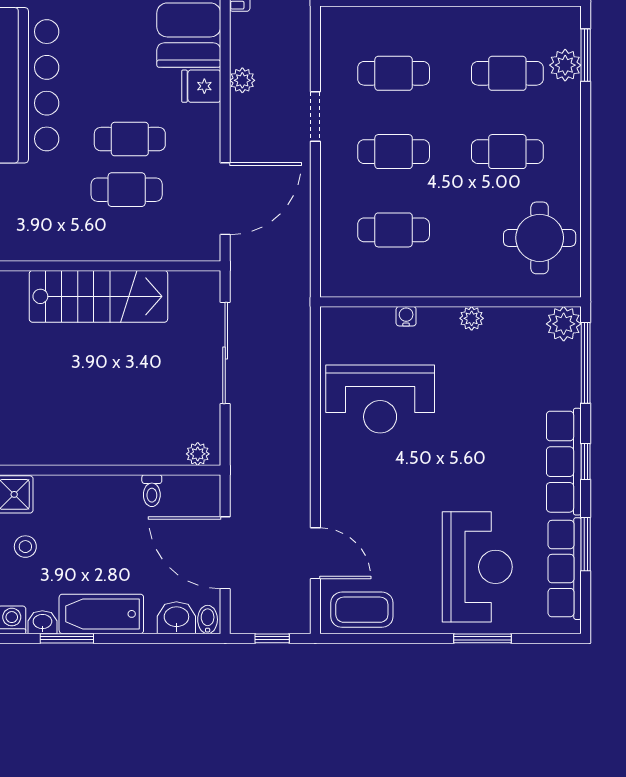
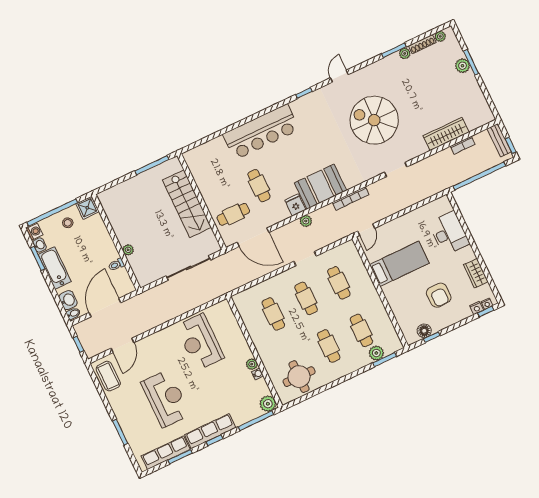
cafe table: (127, 190) -> (233, 214), moved, turned 90
water cooler: (406, 316) -> (258, 374), moved
plant: (198, 454) -> (128, 250), moved
reception desk: (477, 567) -> (166, 398), moved, turned -90

